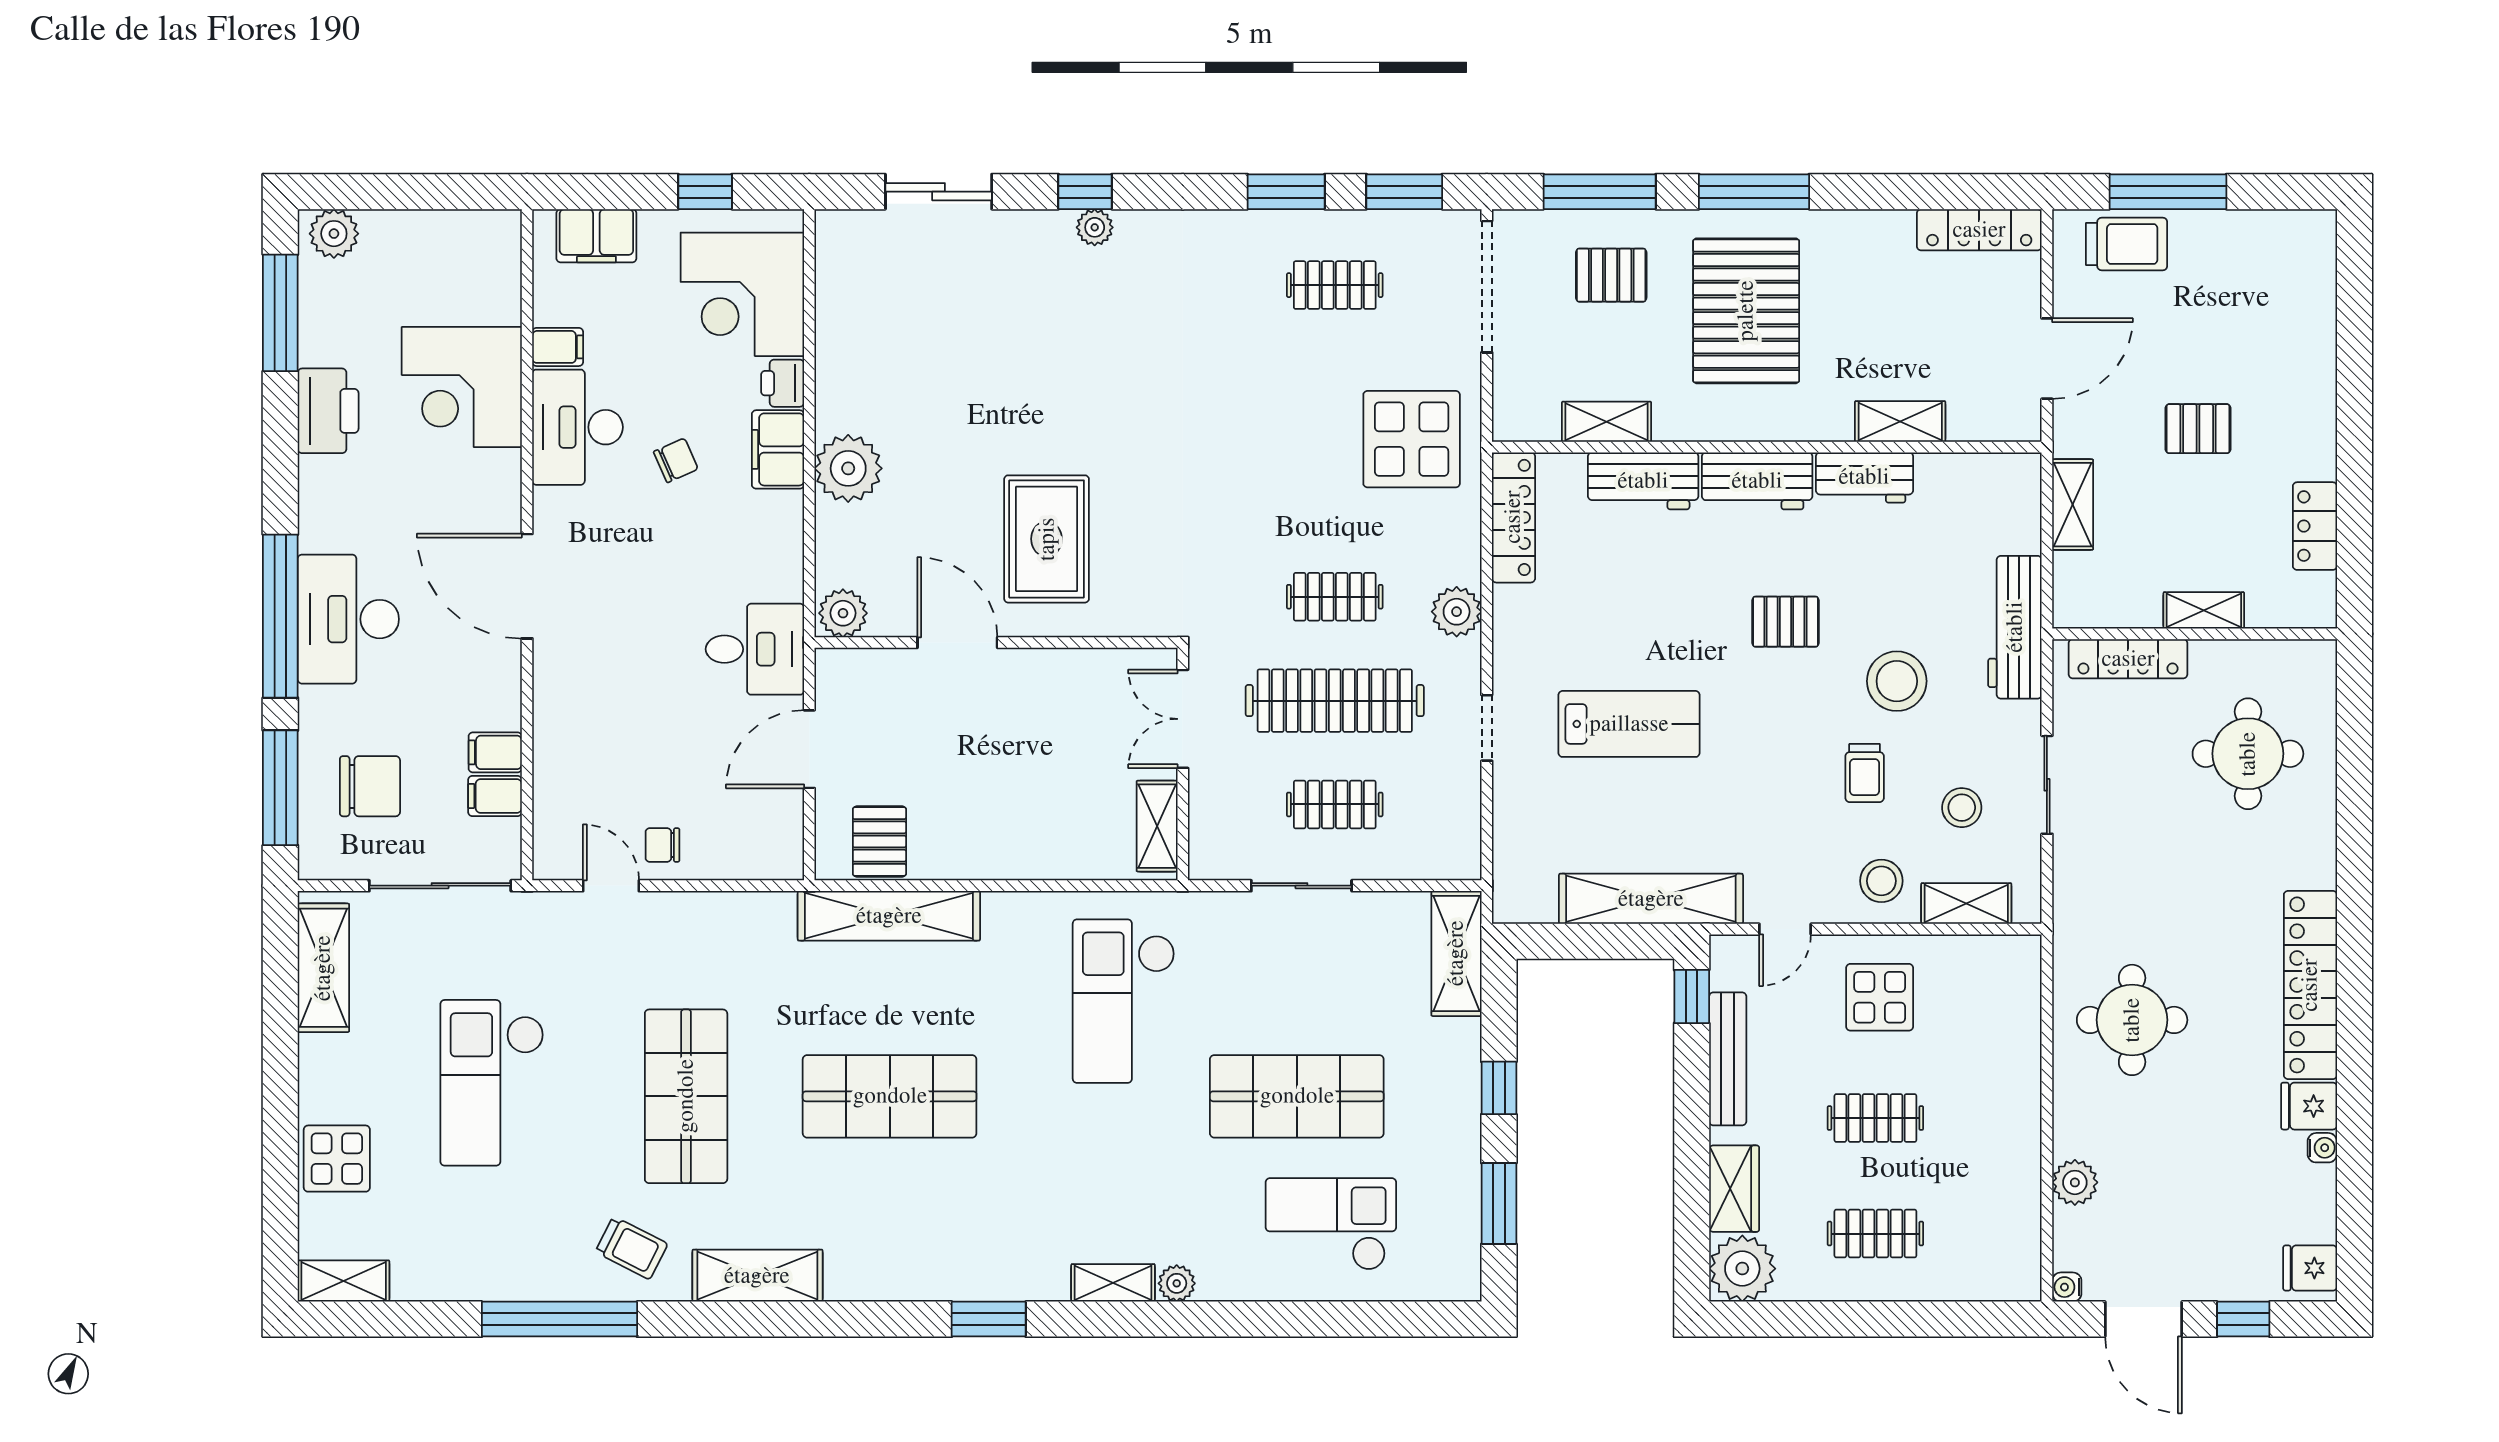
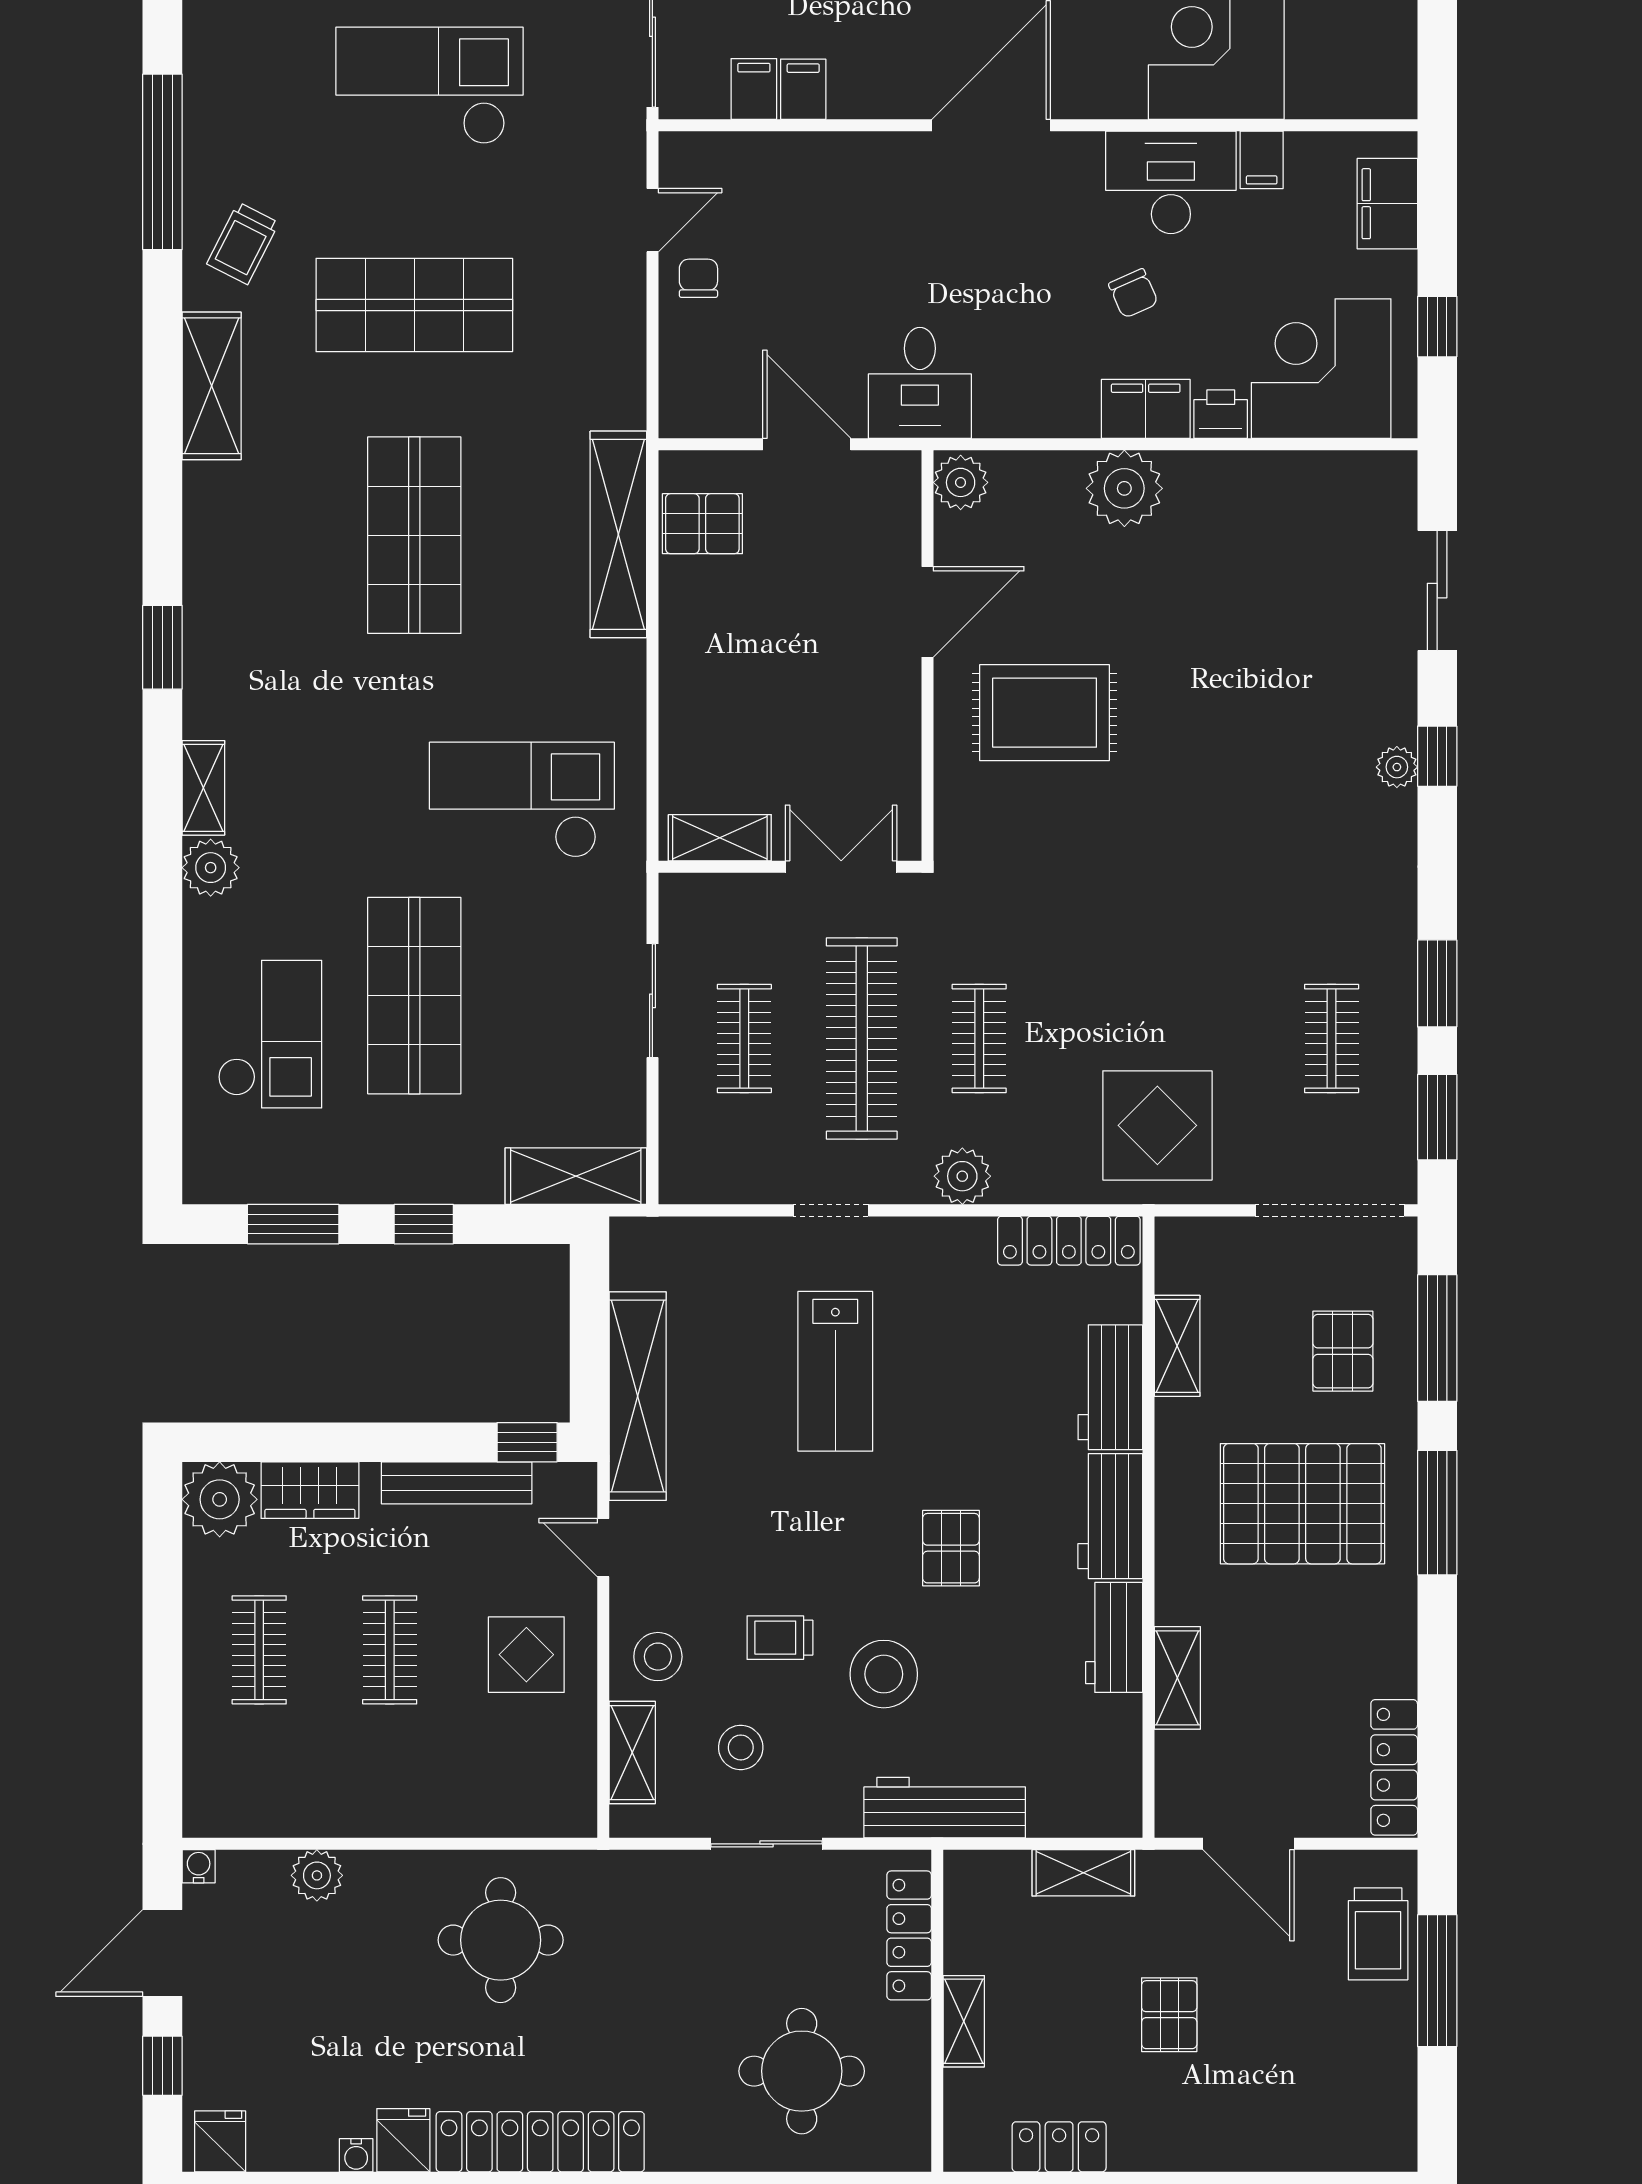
plant: (1177, 1283) -> (211, 868), width x1.38, depth x1.38

